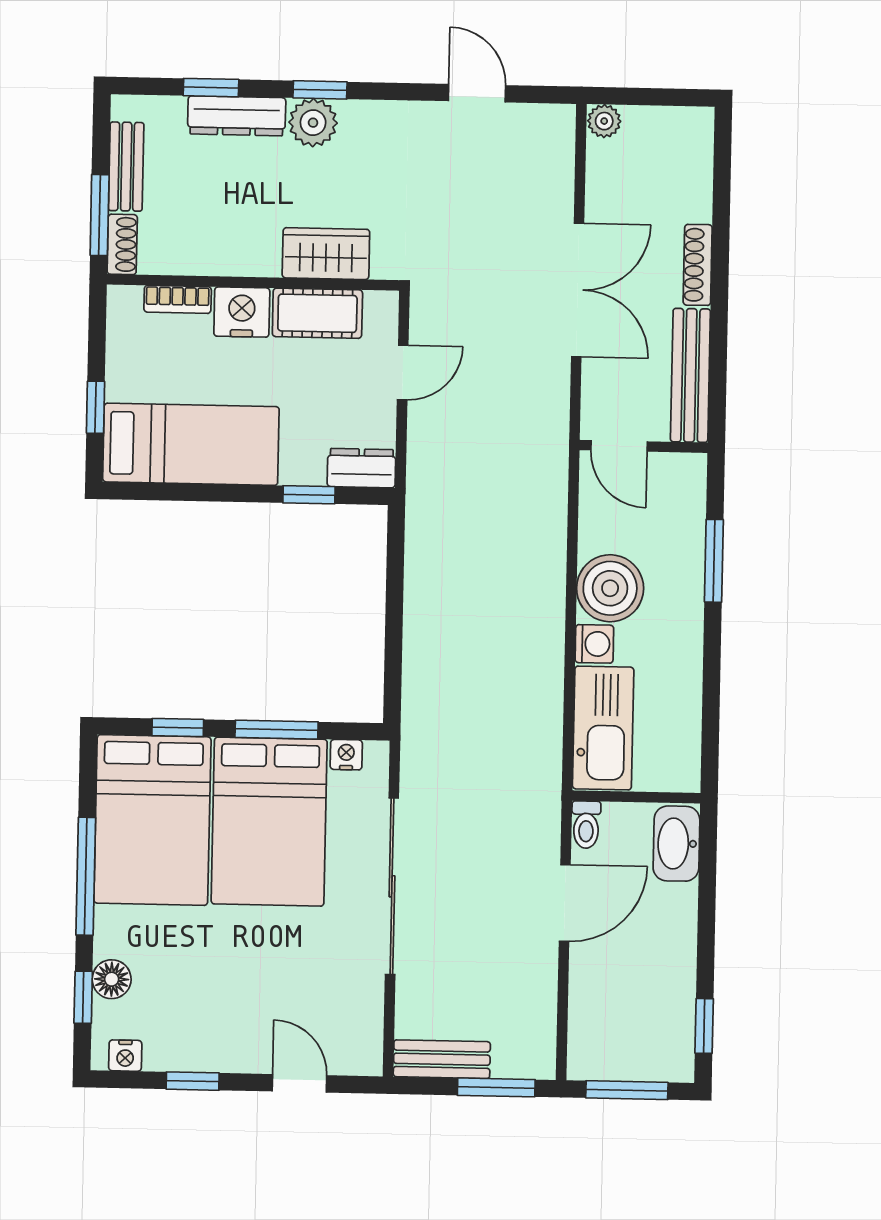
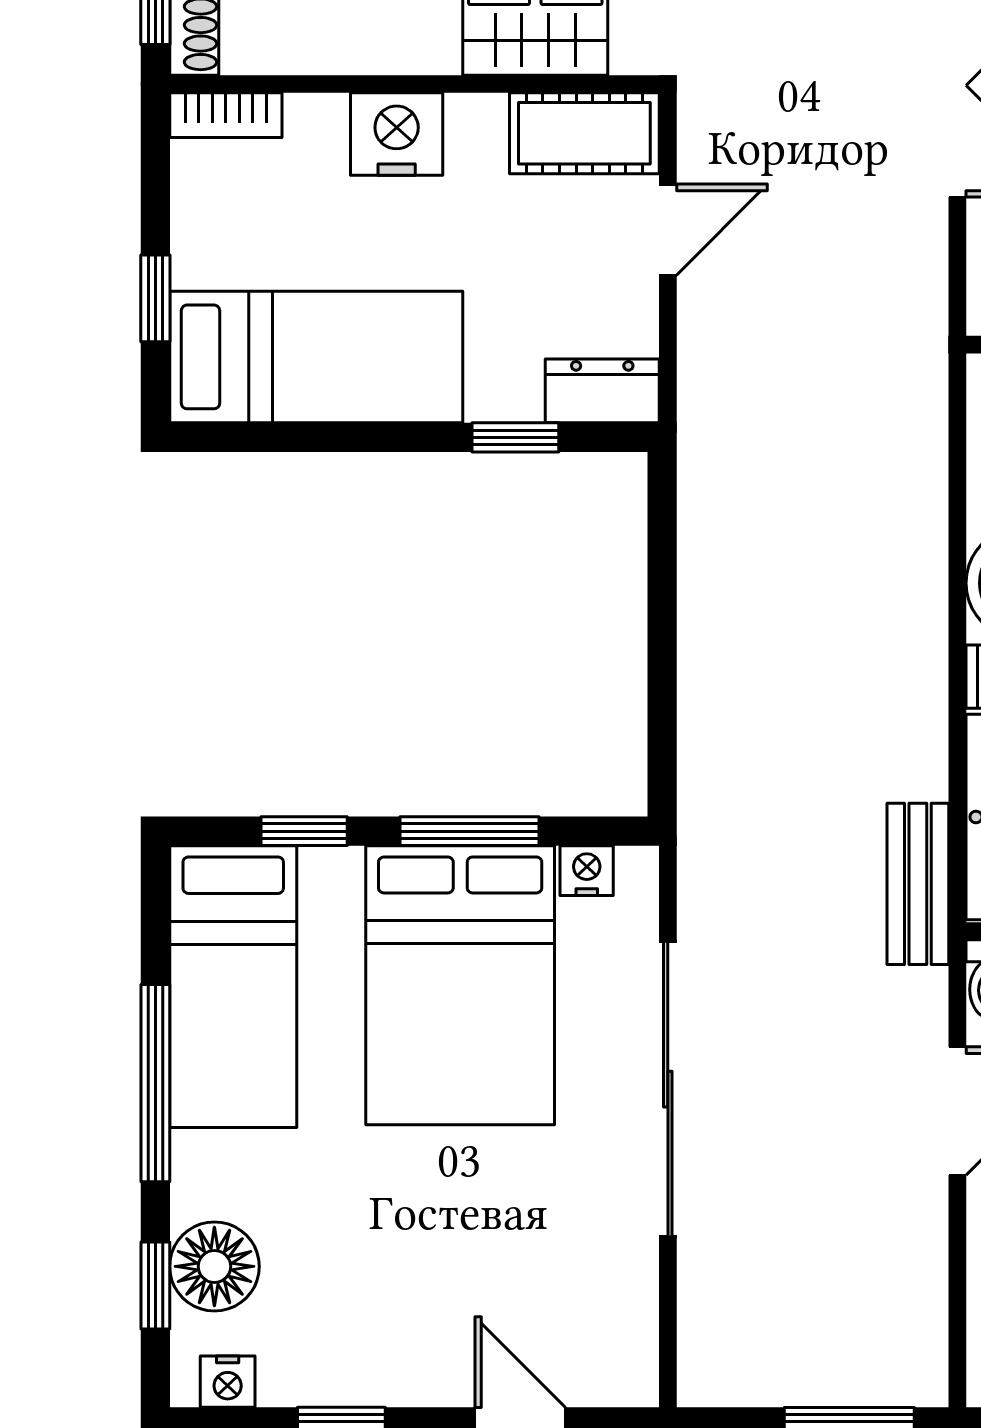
bookcase: (178, 299) -> (226, 115), moved
cot: (317, 313) -> (584, 133), moved
bed: (152, 820) -> (233, 987), width x0.67
floor lamp: (112, 979) -> (214, 1266), width x1.38, depth x1.38
bench: (442, 1059) -> (918, 884), moved, turned 90

